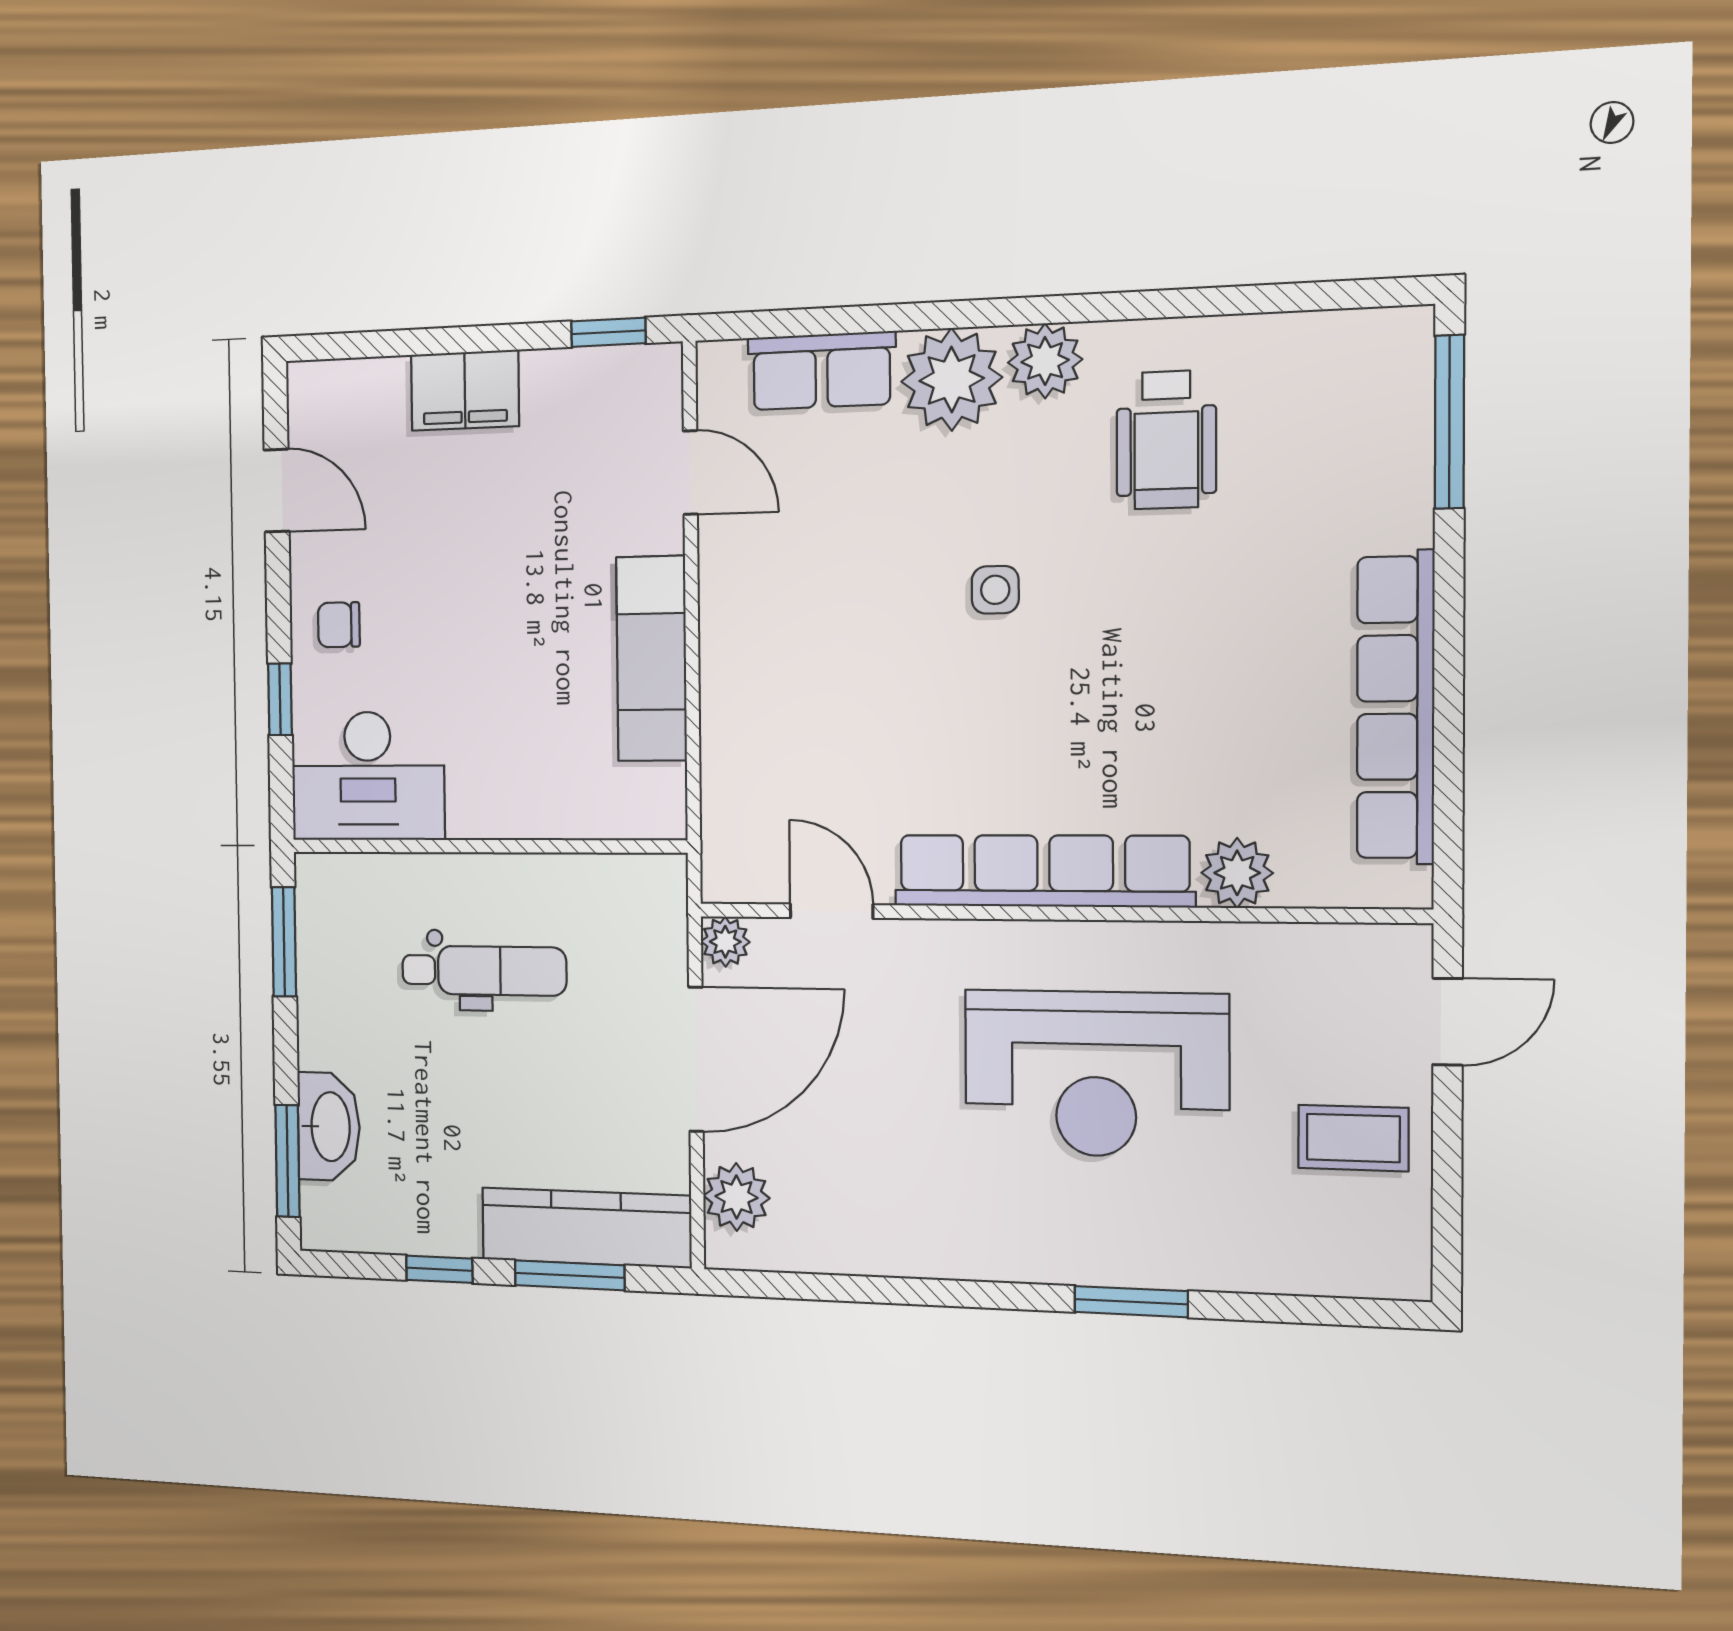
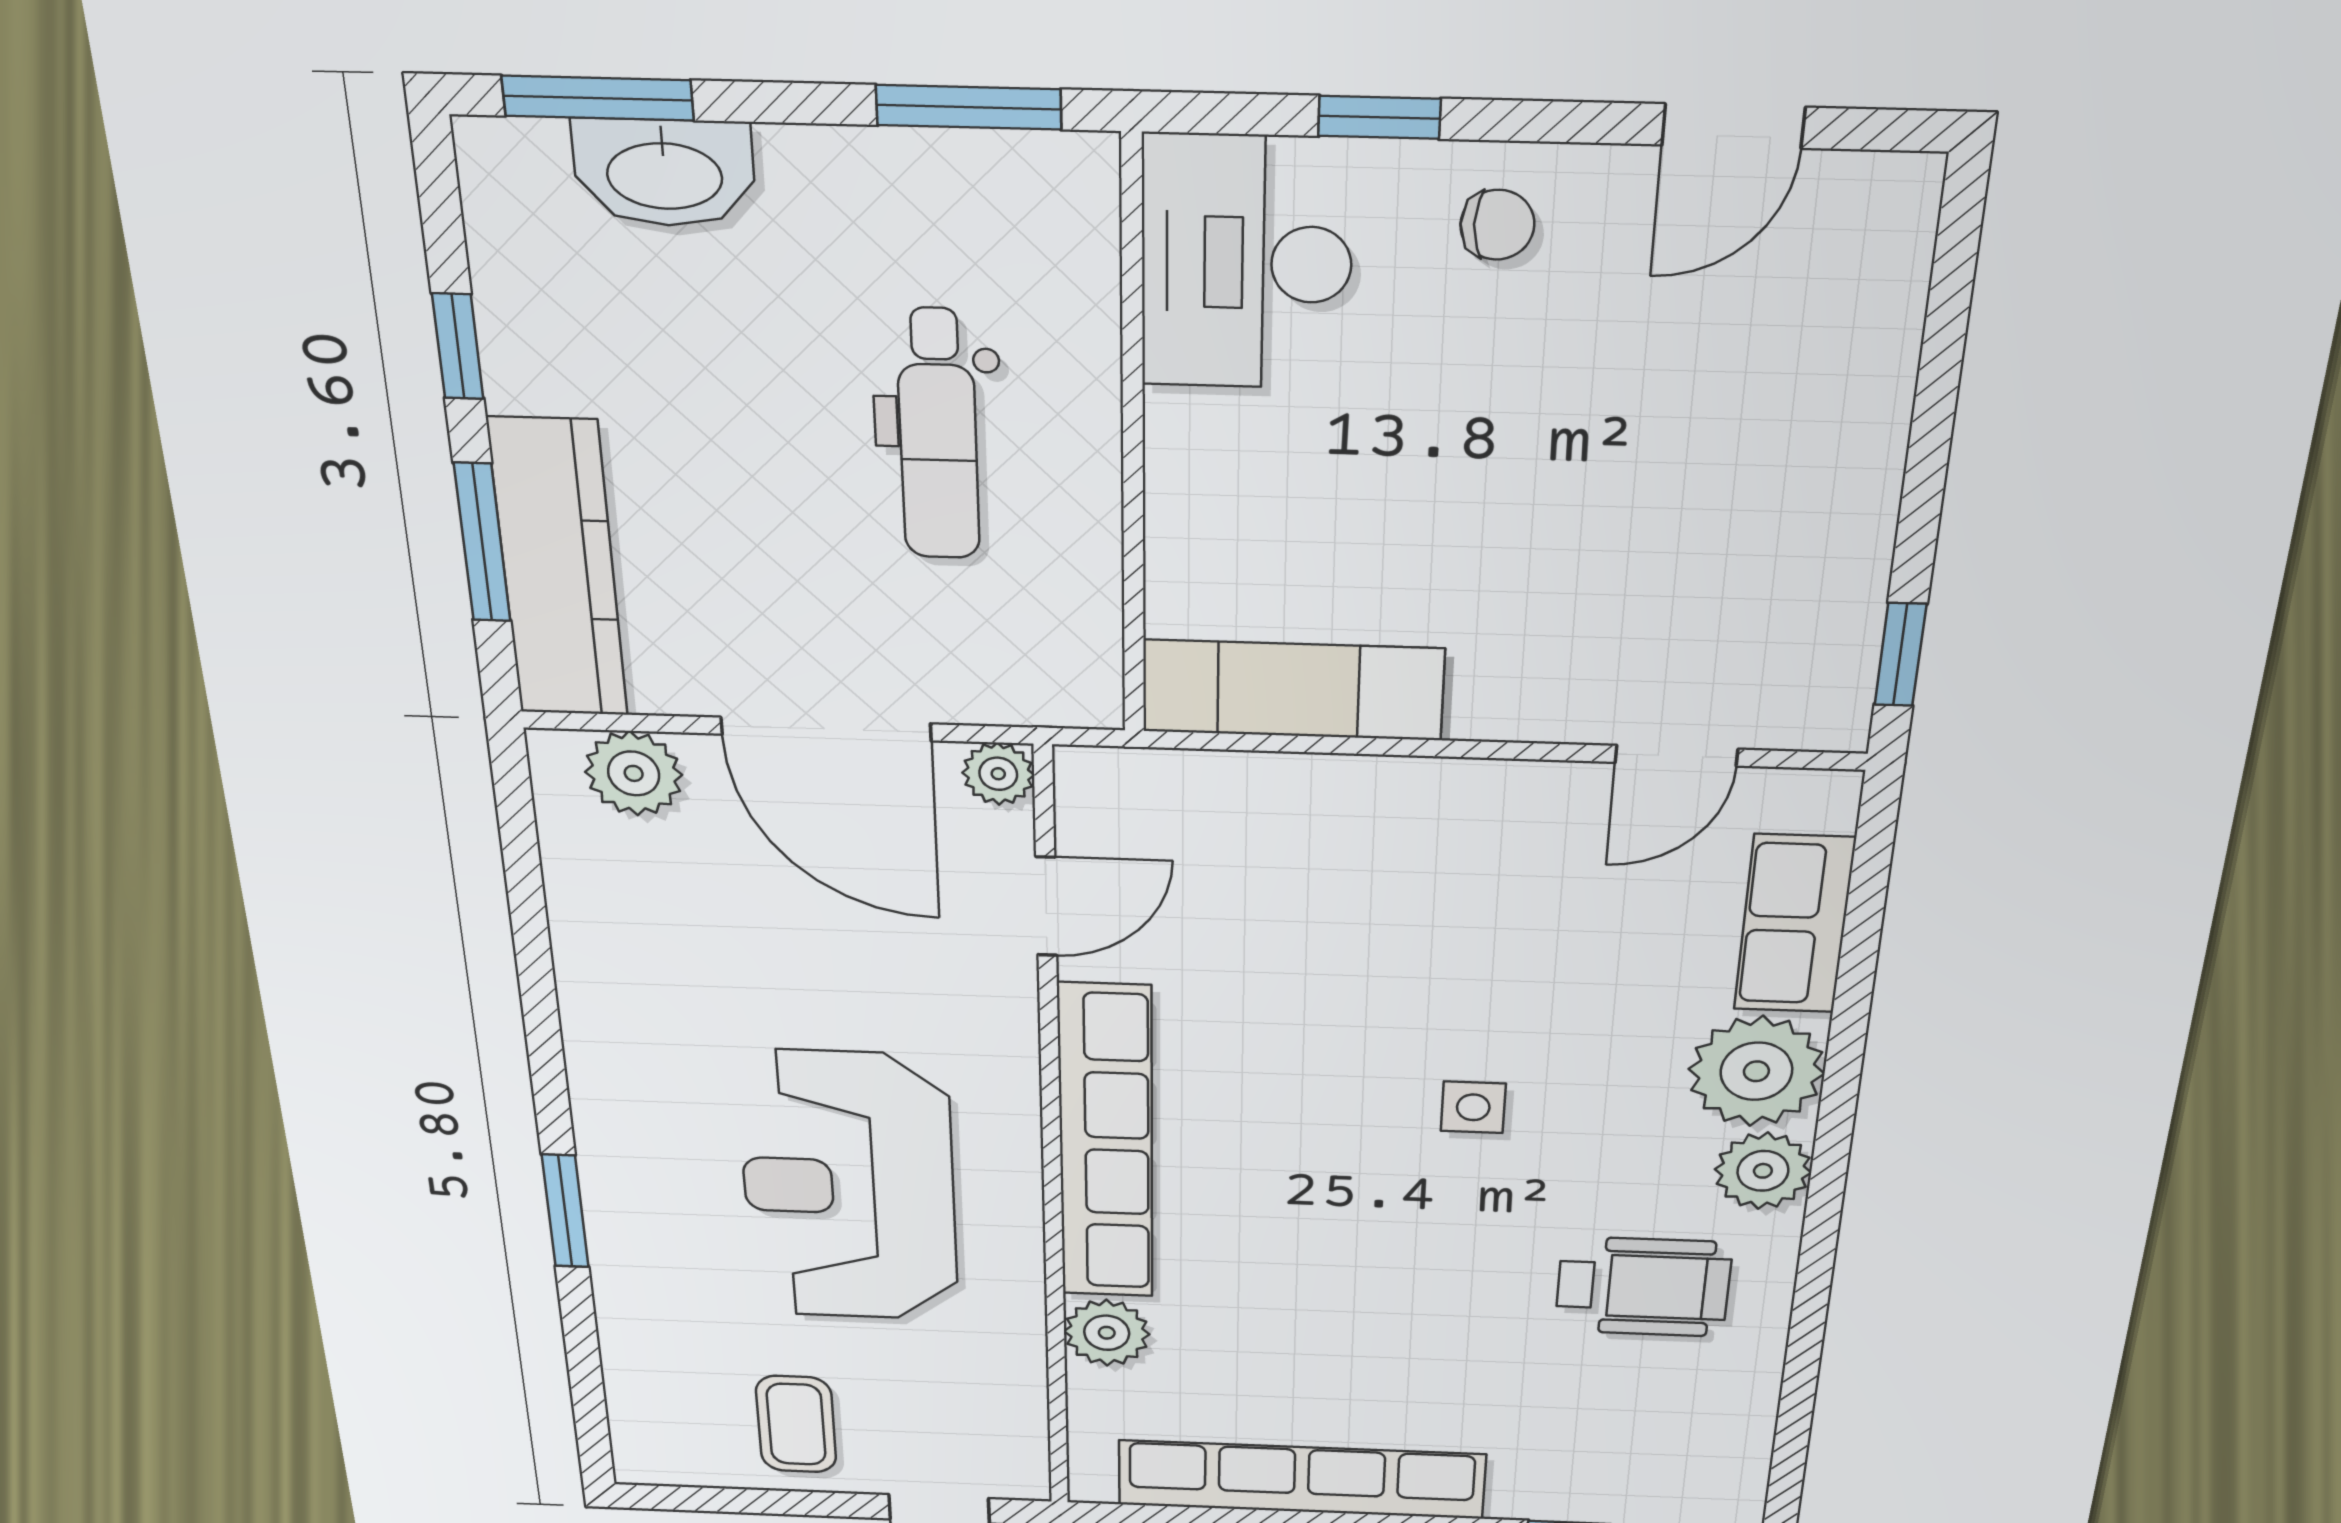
filing cabinet: (465, 390) -> (1850, 443), removed
wheelchair: (1166, 440) -> (1643, 1287), turned 180
chair: (339, 625) -> (1497, 225), turned 90
exam couch: (652, 659) -> (1293, 690), moved

